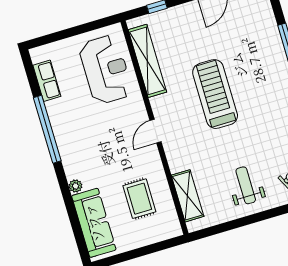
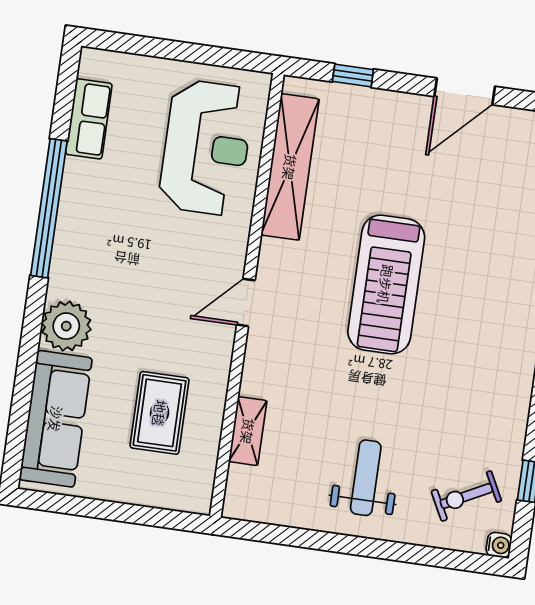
treadmill: (215, 94) -> (386, 284), turned 180
plant: (75, 186) -> (66, 326), width x1.88, depth x1.88
shelving: (188, 196) -> (248, 431), width x0.67, depth x0.75

